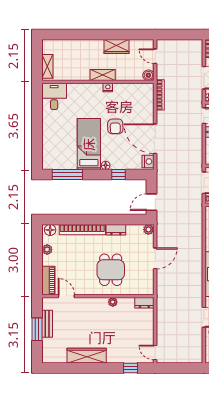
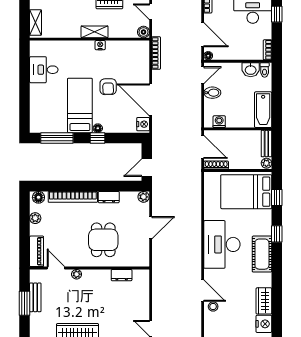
desk: (54, 96) -> (44, 70), moved, turned -90
window: (119, 174) -> (98, 138), moved
plant: (113, 302) -> (77, 274), moved
dresser: (144, 303) -> (122, 275), moved

